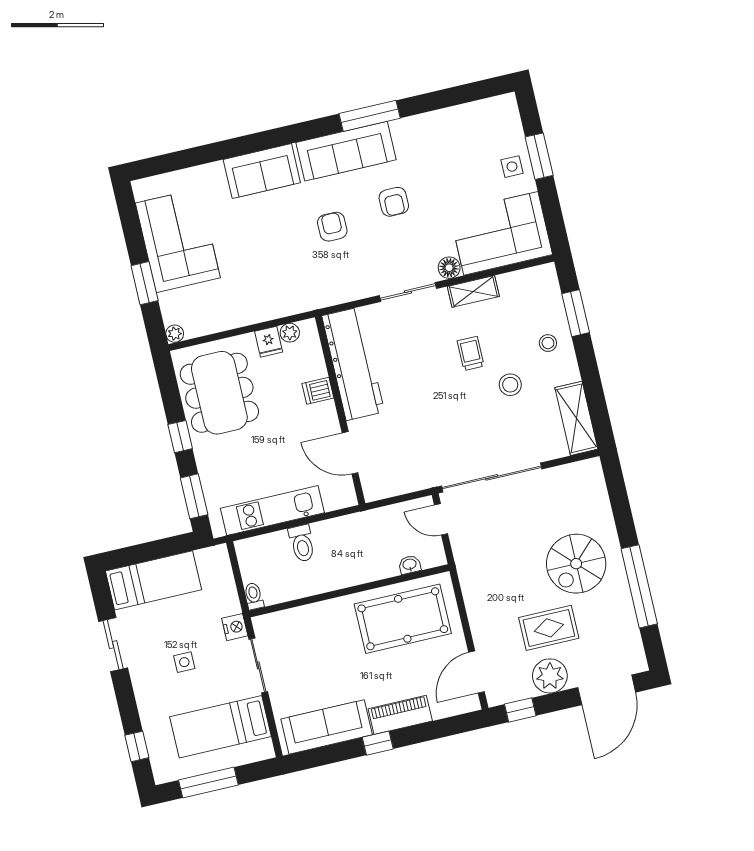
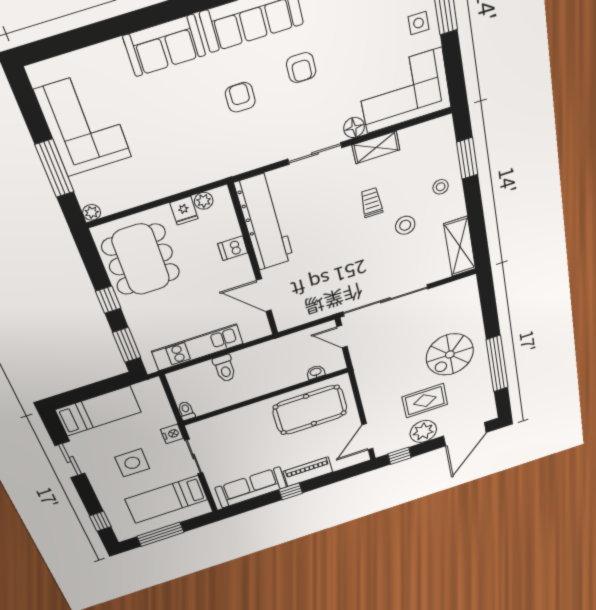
window: (145, 283) -> (55, 168), width x1.44
side table: (184, 662) -> (132, 463), width x1.87, depth x1.87

